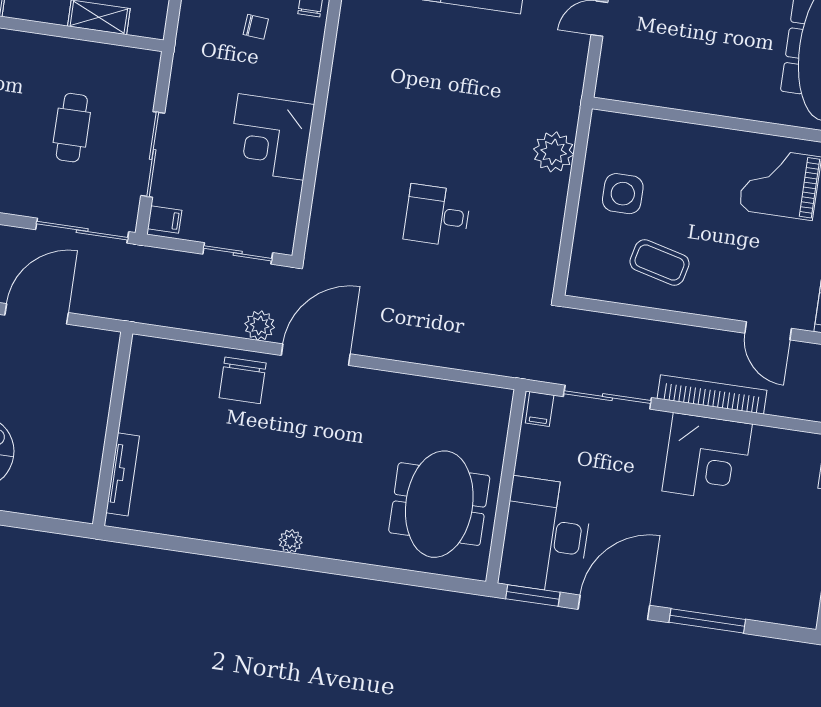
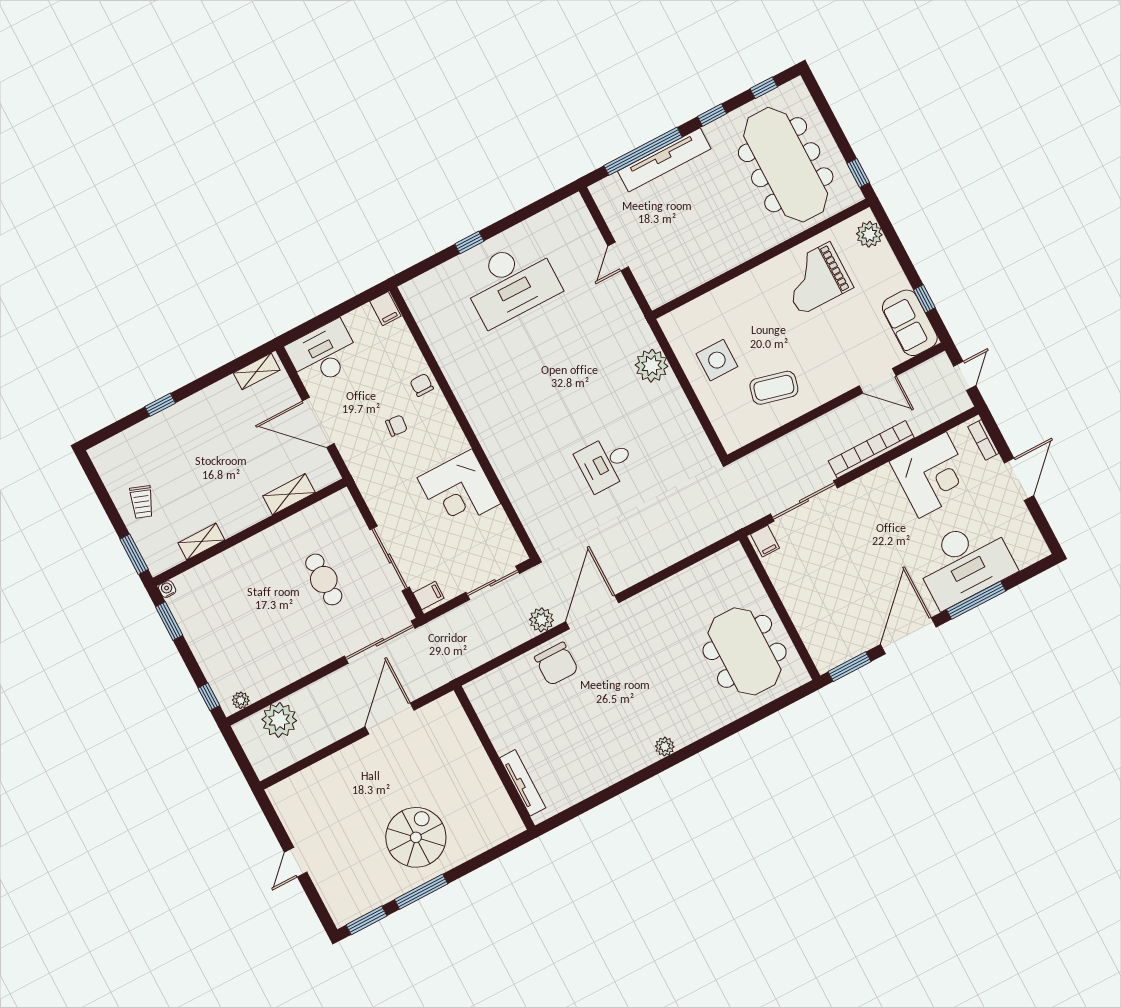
corner desk: (707, 458) -> (932, 475), moved
desk: (546, 535) -> (965, 562), moved, turned -90

